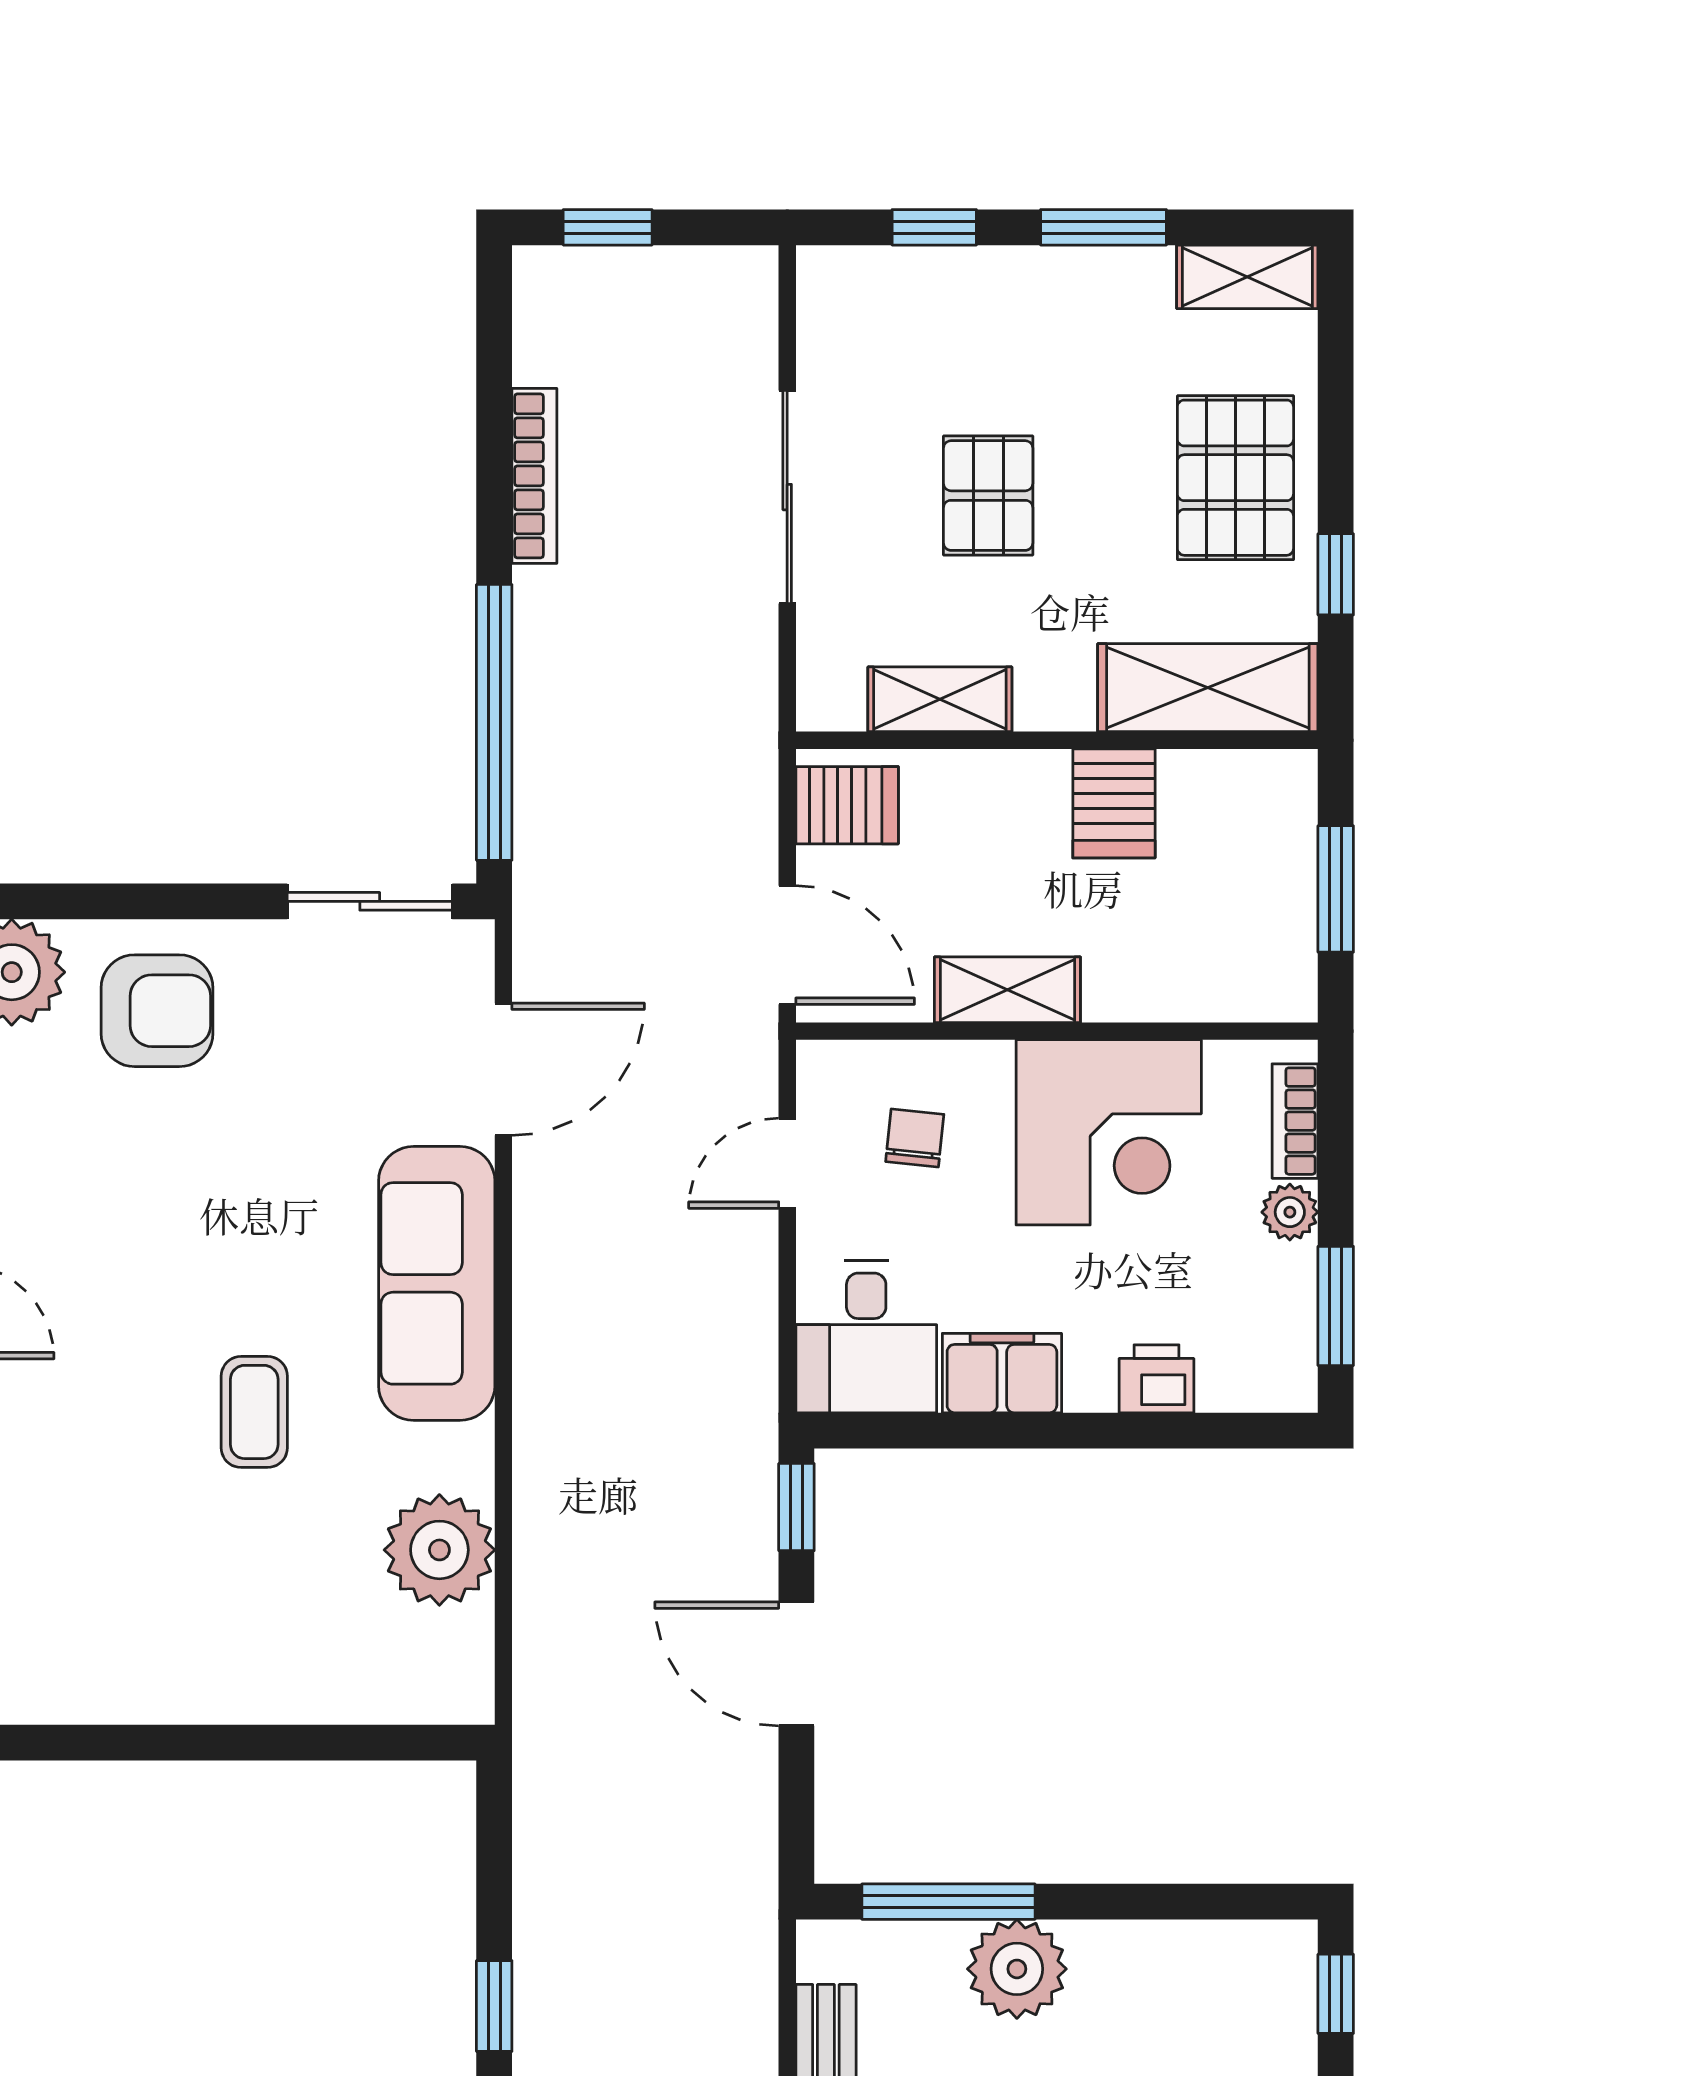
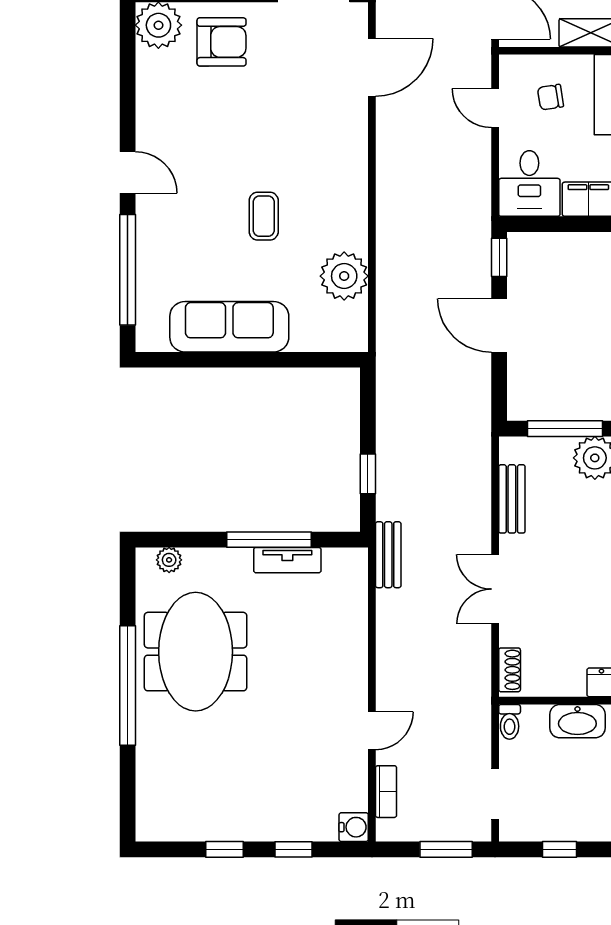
chair: (915, 1138) -> (550, 97), turned -105
door: (787, 1163) -> (495, 108), hinge flipped
sofa: (437, 1283) -> (229, 327), moved, turned 90

